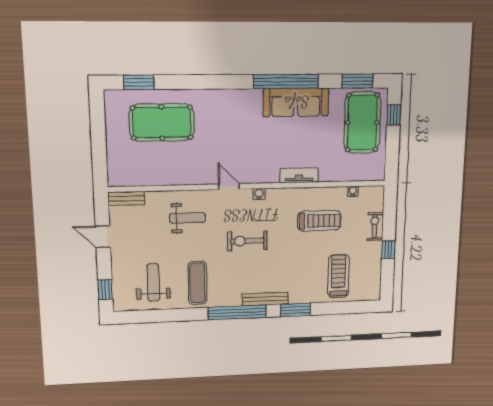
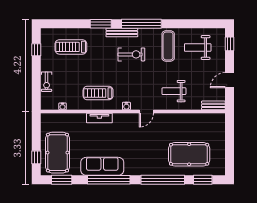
window: (202, 82) -> (163, 180), added
door: (229, 187) -> (146, 112), hinge flipped
treadmill: (319, 221) -> (98, 93), moved
door: (103, 237) -> (229, 80), swing flipped
exercise bike: (247, 241) -> (131, 54), moved
window: (388, 250) -> (36, 50), moved
treadmill: (338, 276) -> (71, 47), turned 90
weight bench: (153, 282) -> (198, 47), turned 90

